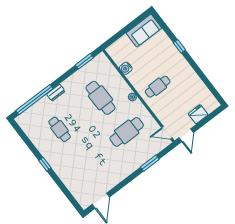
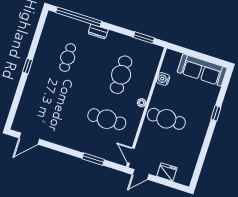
sofa: (144, 31) -> (202, 70), width x1.36
cafe table: (158, 87) -> (166, 119), width x1.37, depth x1.35

